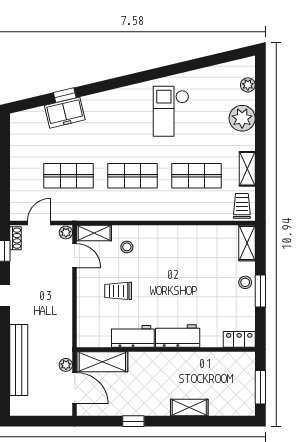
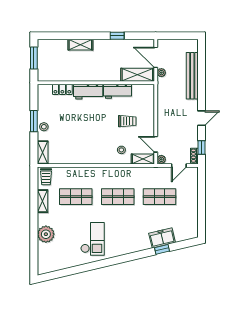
plant: (248, 85) -> (42, 256), removed
locker: (239, 339) -> (62, 89), moved

